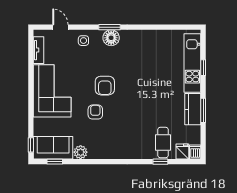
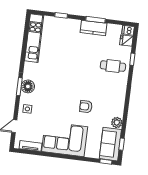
kitchen unit: (192, 63) -> (34, 38), moved, turned -90
armchair: (105, 86) -> (66, 96), removed
cafe table: (163, 143) -> (113, 66), moved

